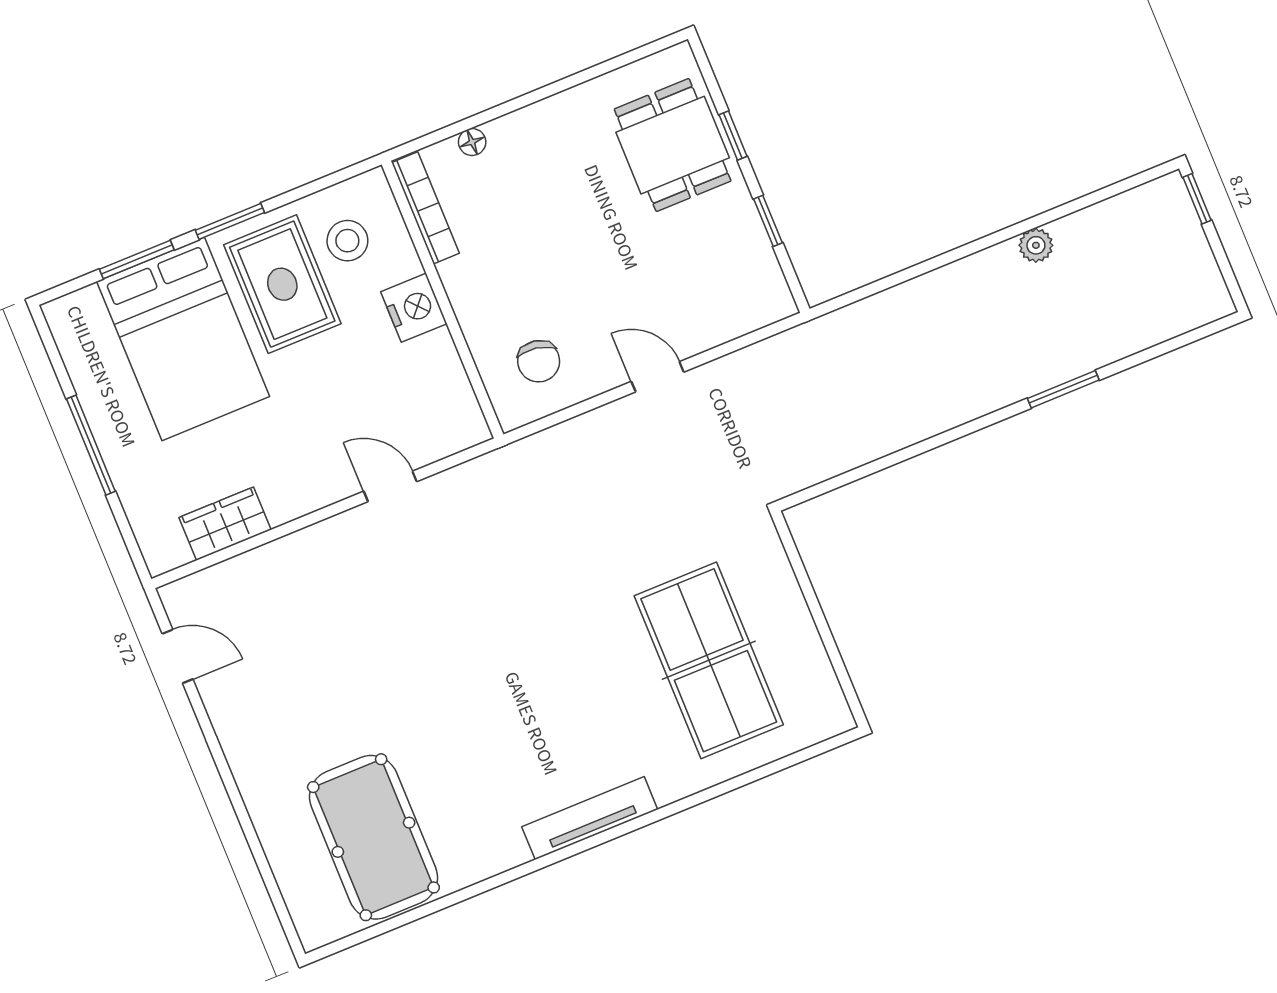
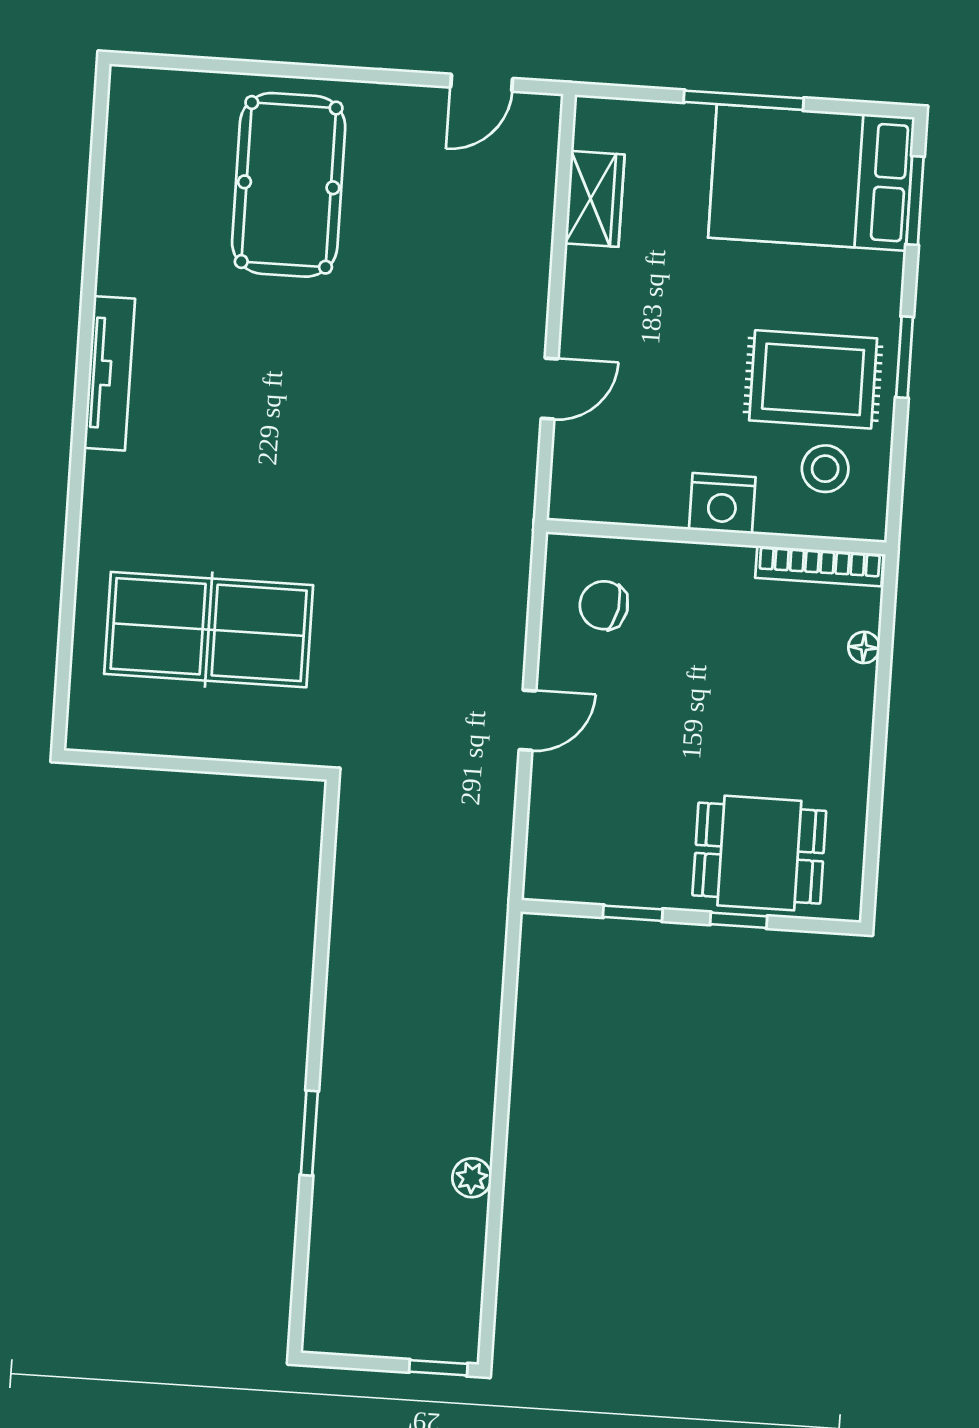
window: (137, 260) -> (915, 200), moved
bed: (183, 339) -> (811, 177), moved
tv unit: (590, 818) -> (109, 373), moved
pool table: (373, 837) -> (289, 185), moved, turned 90

